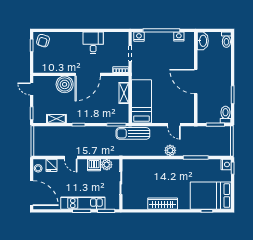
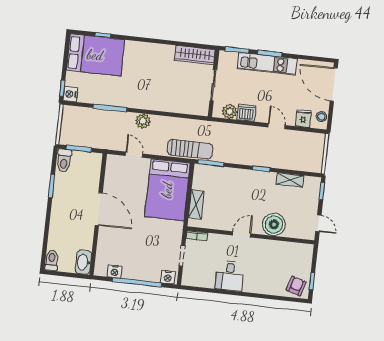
door: (88, 74) -> (242, 234), width x0.53
bed: (141, 101) -> (167, 190), width x1.50
wardrobe: (163, 204) -> (195, 55), moved

